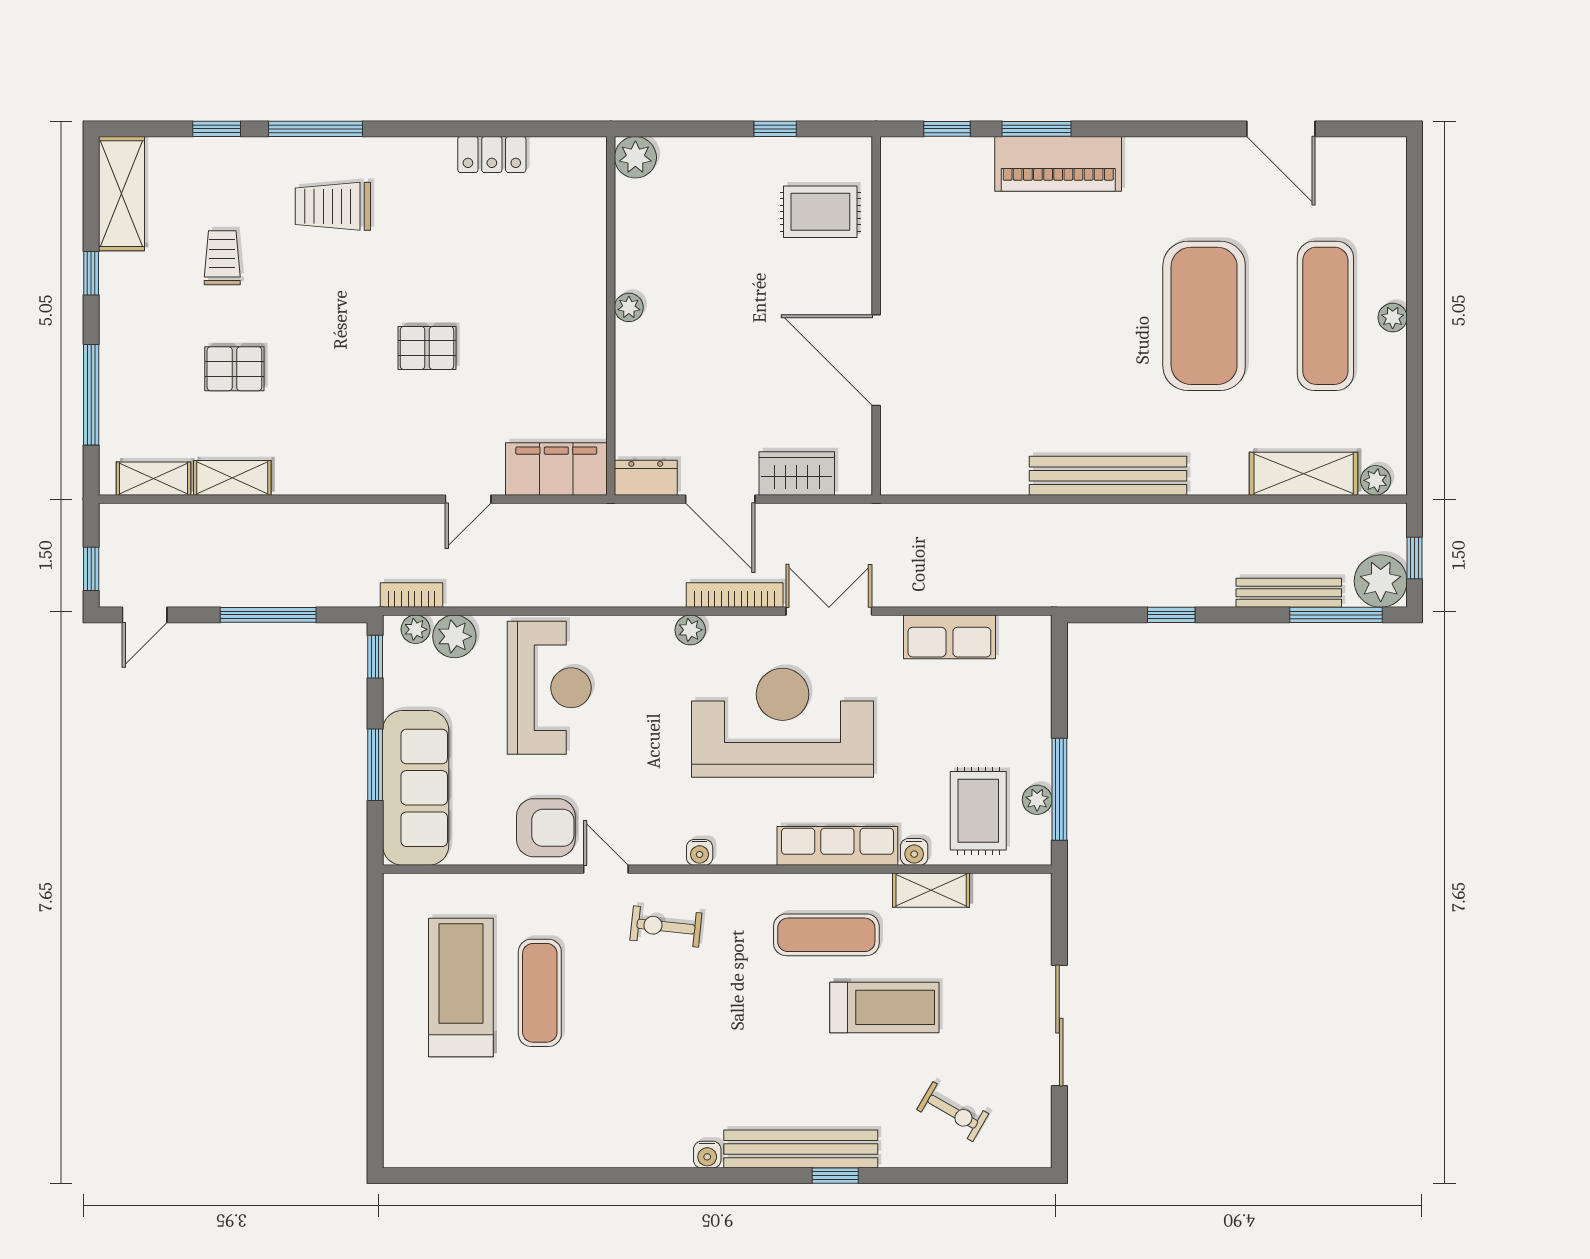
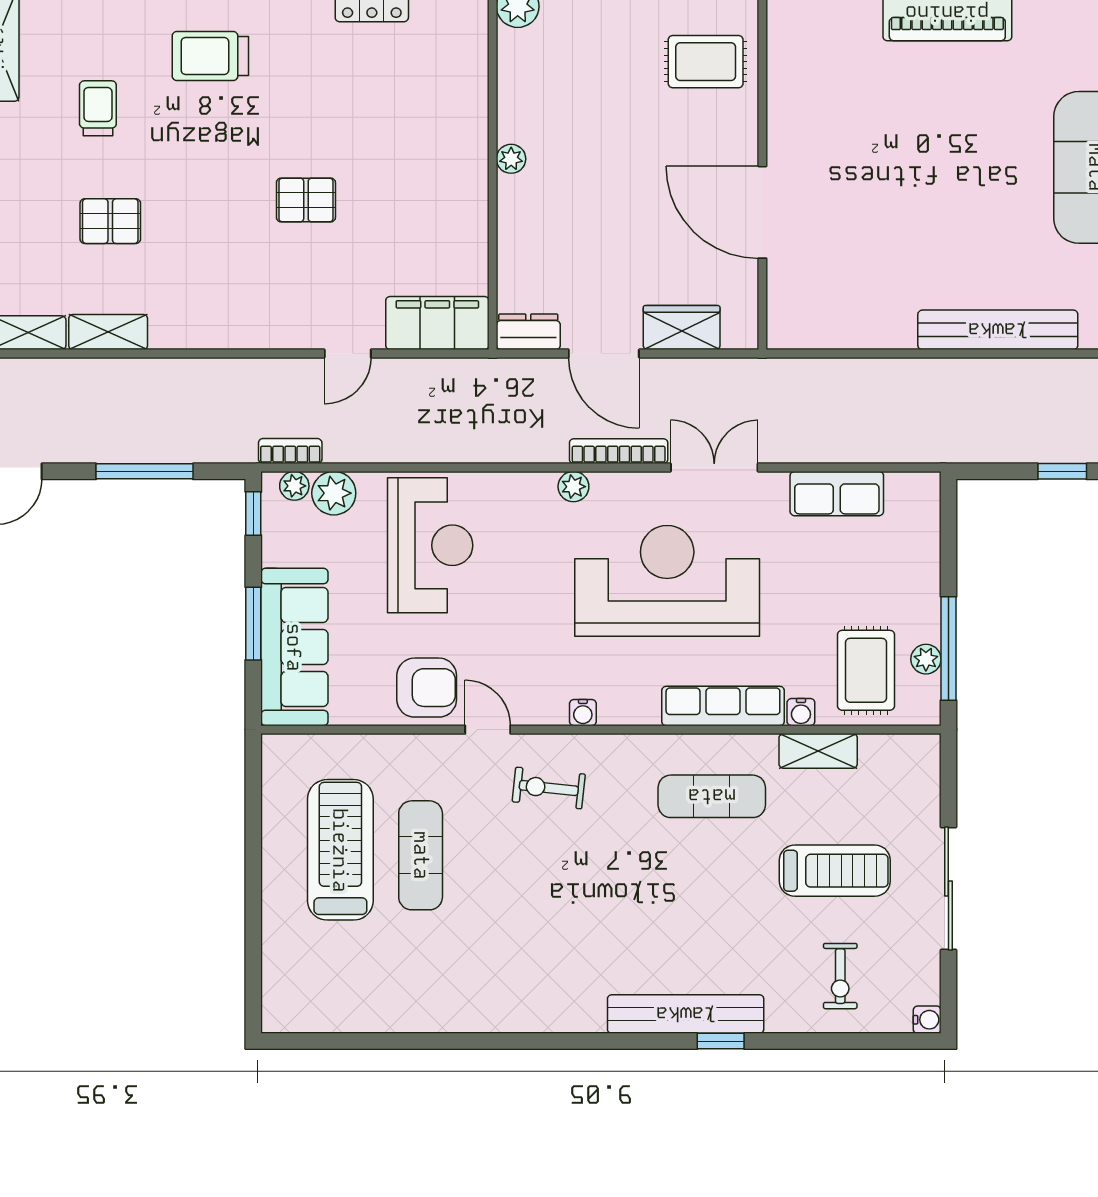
treadmill: (884, 1007) -> (835, 871), moved
exercise bike: (953, 1112) -> (840, 976), turned 60
water cooler: (707, 1155) -> (927, 1020), moved, turned -90

